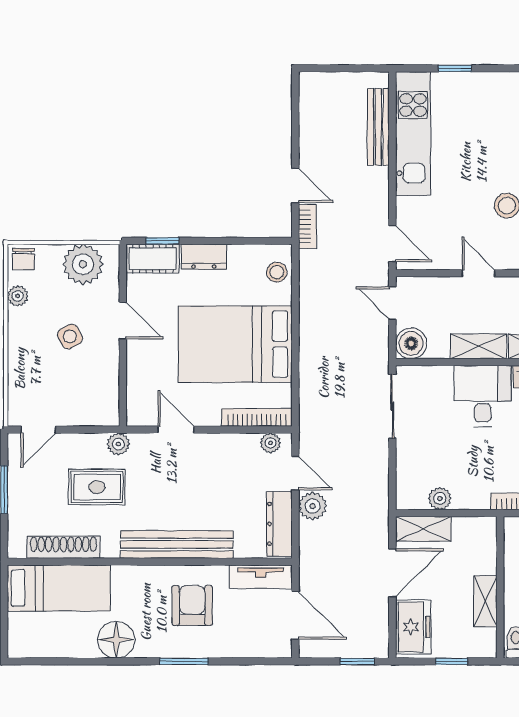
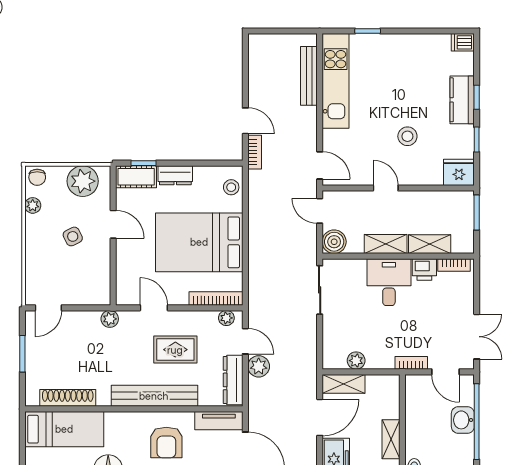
rug: (97, 487) -> (175, 350), moved
armchair: (192, 606) -> (166, 443), turned 180

